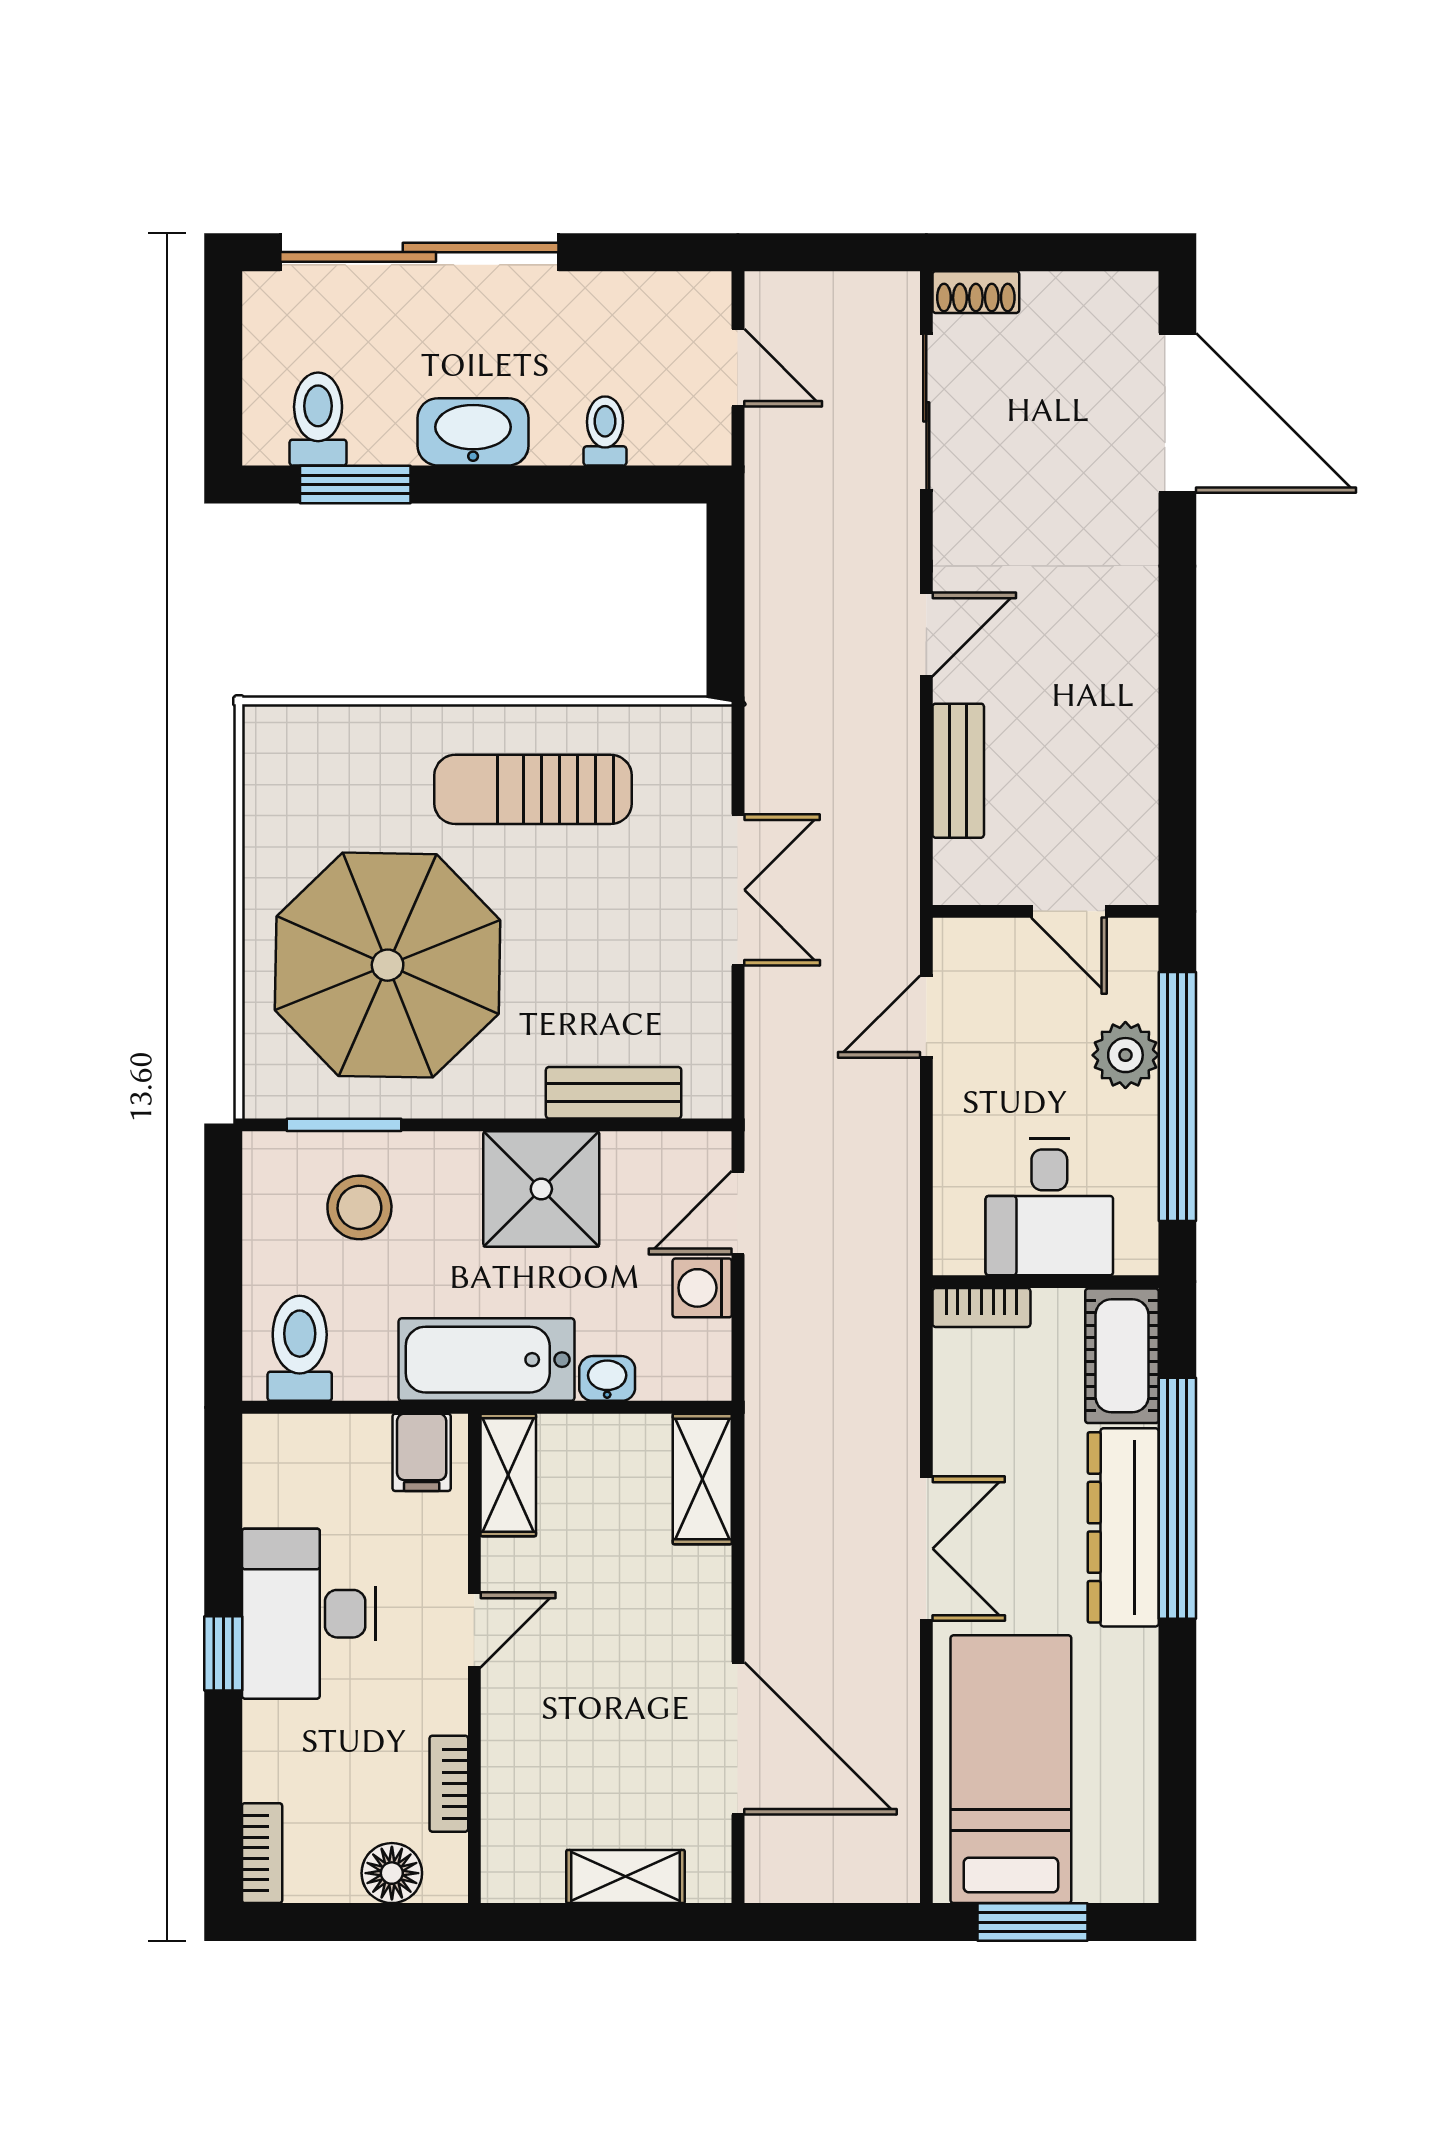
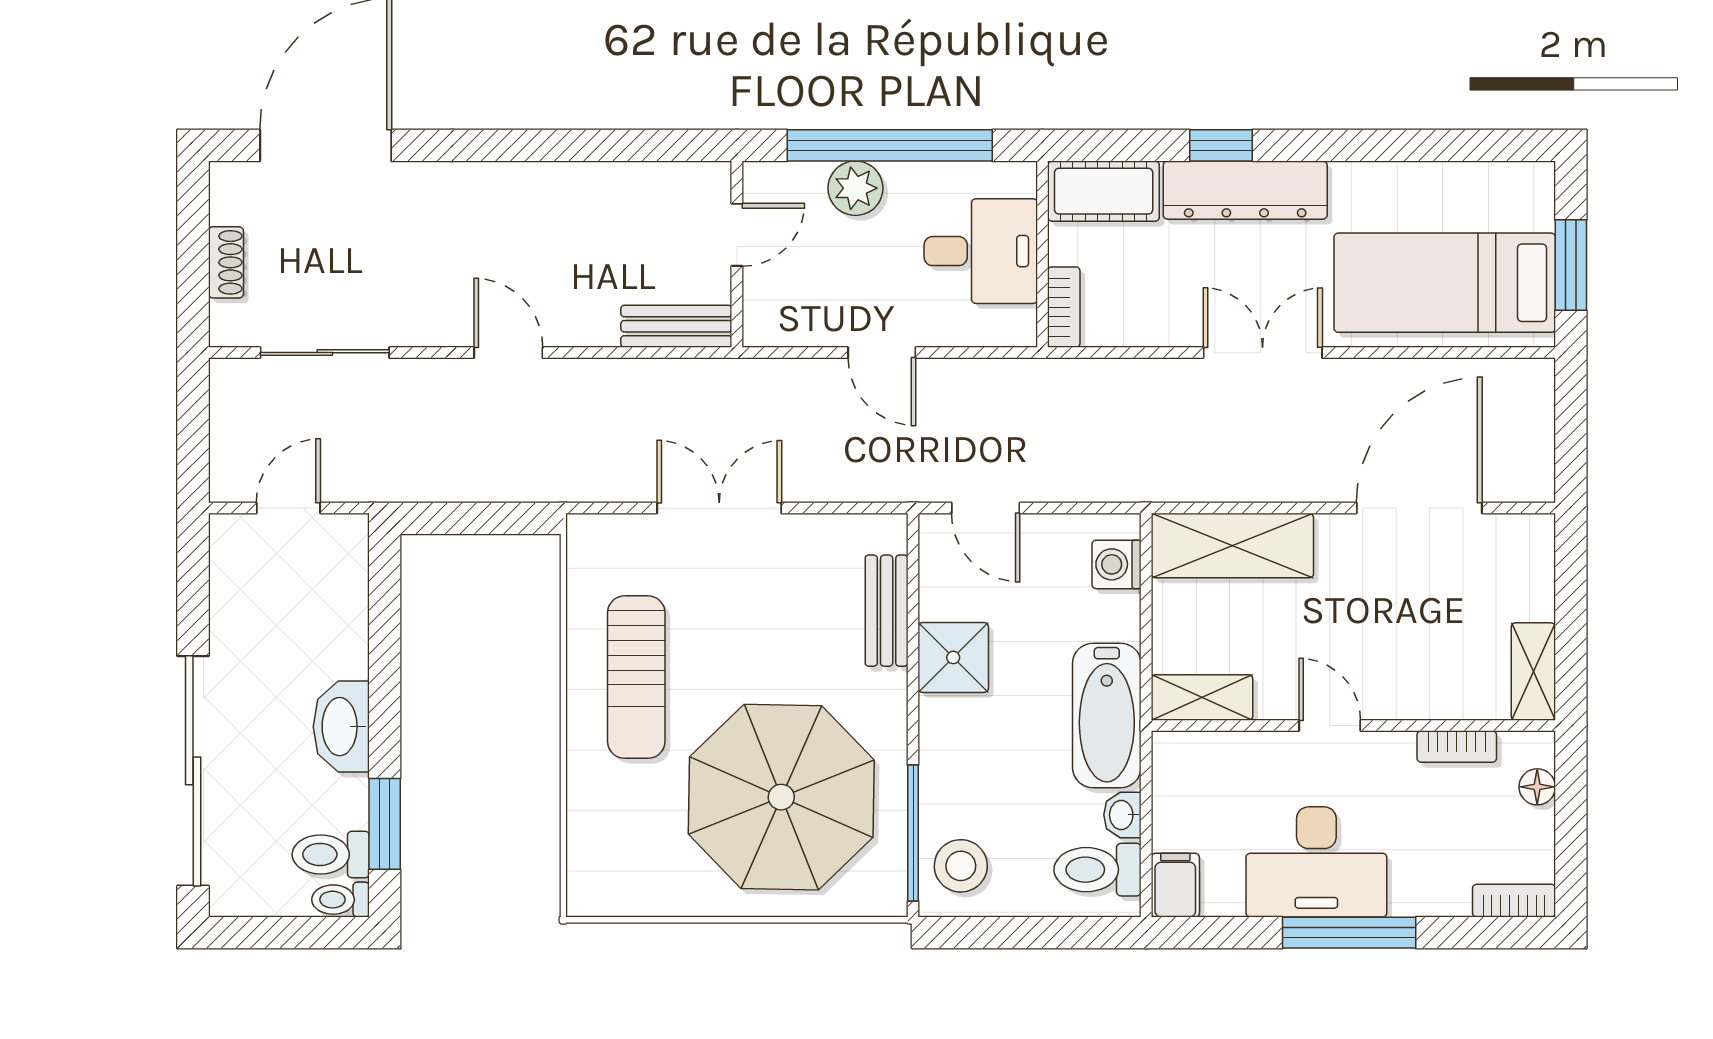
shoe rack: (976, 292) -> (226, 262), moved
toilet: (605, 431) -> (341, 900), moved
bench: (958, 771) -> (676, 326), moved
door: (926, 1017) -> (882, 353), moved
window: (344, 1125) -> (913, 833), width x1.44
shower: (541, 1189) -> (953, 657), width x0.73, depth x0.73
stool: (359, 1207) -> (961, 866), moved
washing machine: (702, 1288) -> (1117, 564), moved, turned 90
washbasin: (607, 1378) -> (1122, 815), moved
filing cabinet: (422, 1452) -> (1175, 885), moved, turned -90
shelving: (702, 1479) -> (1232, 546), width x1.50, depth x1.33
window: (1177, 1498) -> (1221, 145), width x0.32
window: (223, 1653) -> (1349, 933), width x2.17
floor lamp: (392, 1873) -> (1537, 787), width x0.73, depth x0.73
shelving: (626, 1877) -> (1533, 672), moved

